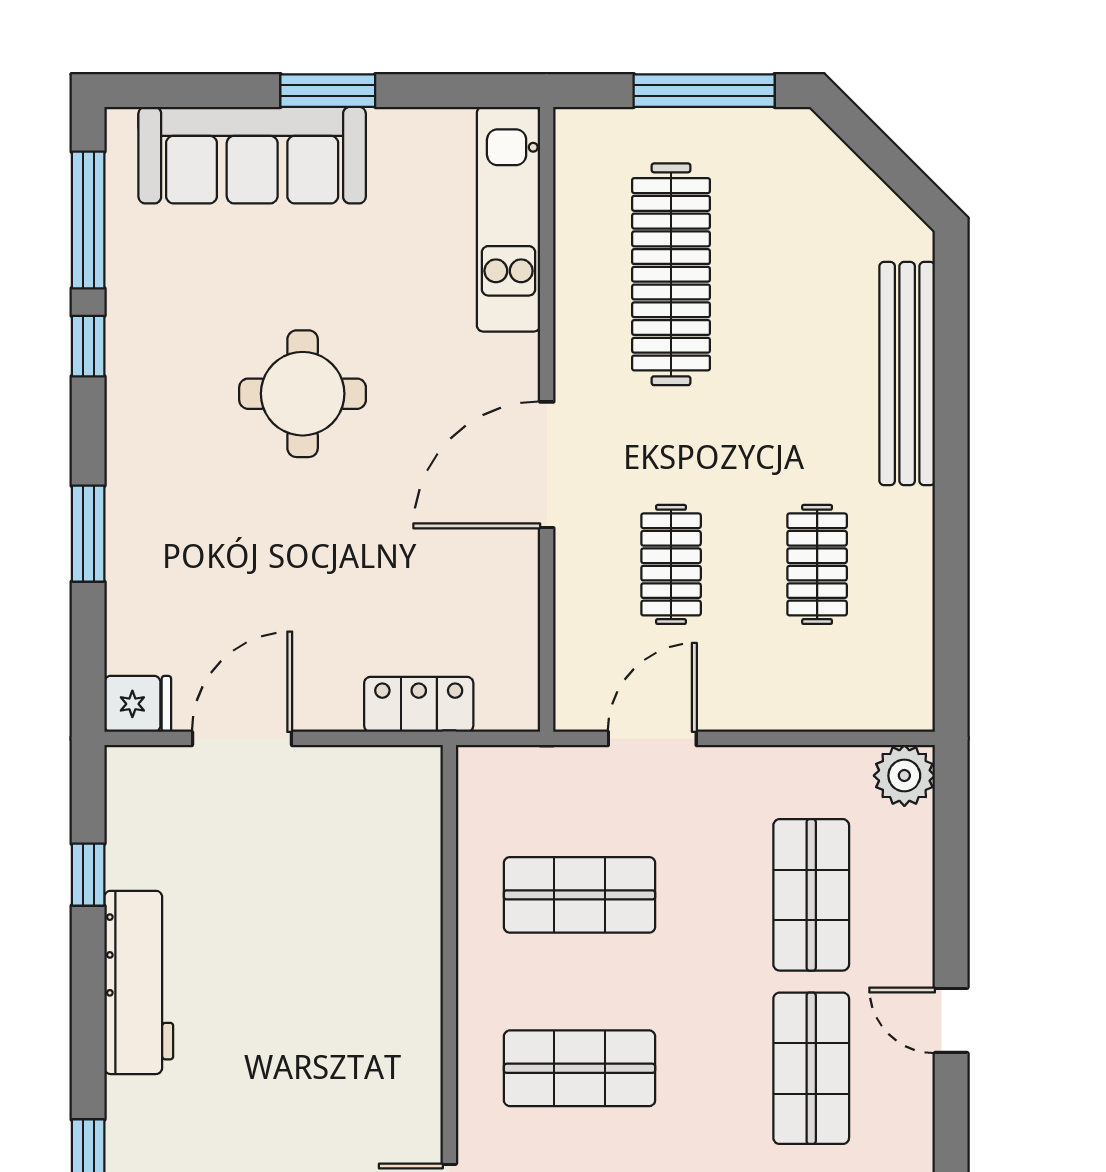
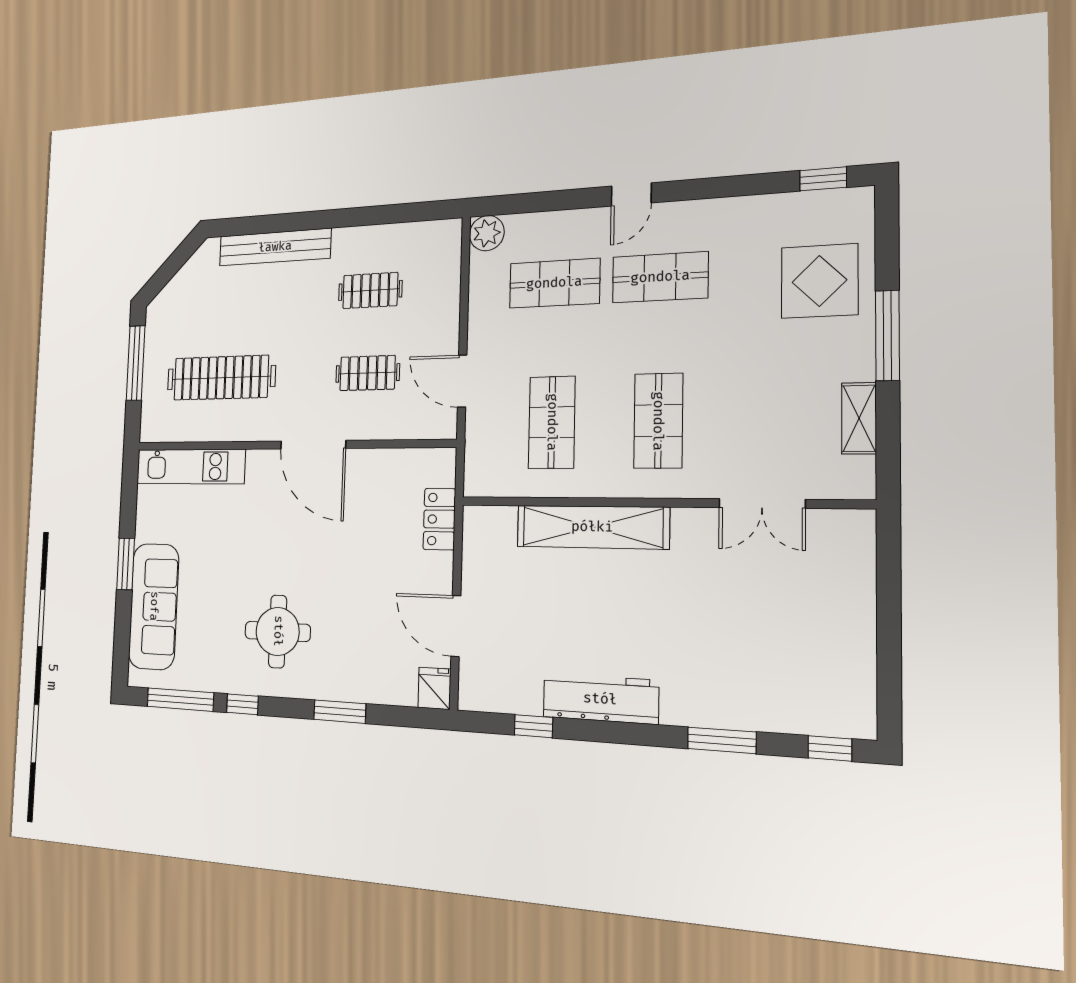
round table: (303, 394) -> (278, 631), moved
shelving: (409, 965) -> (592, 527), added

